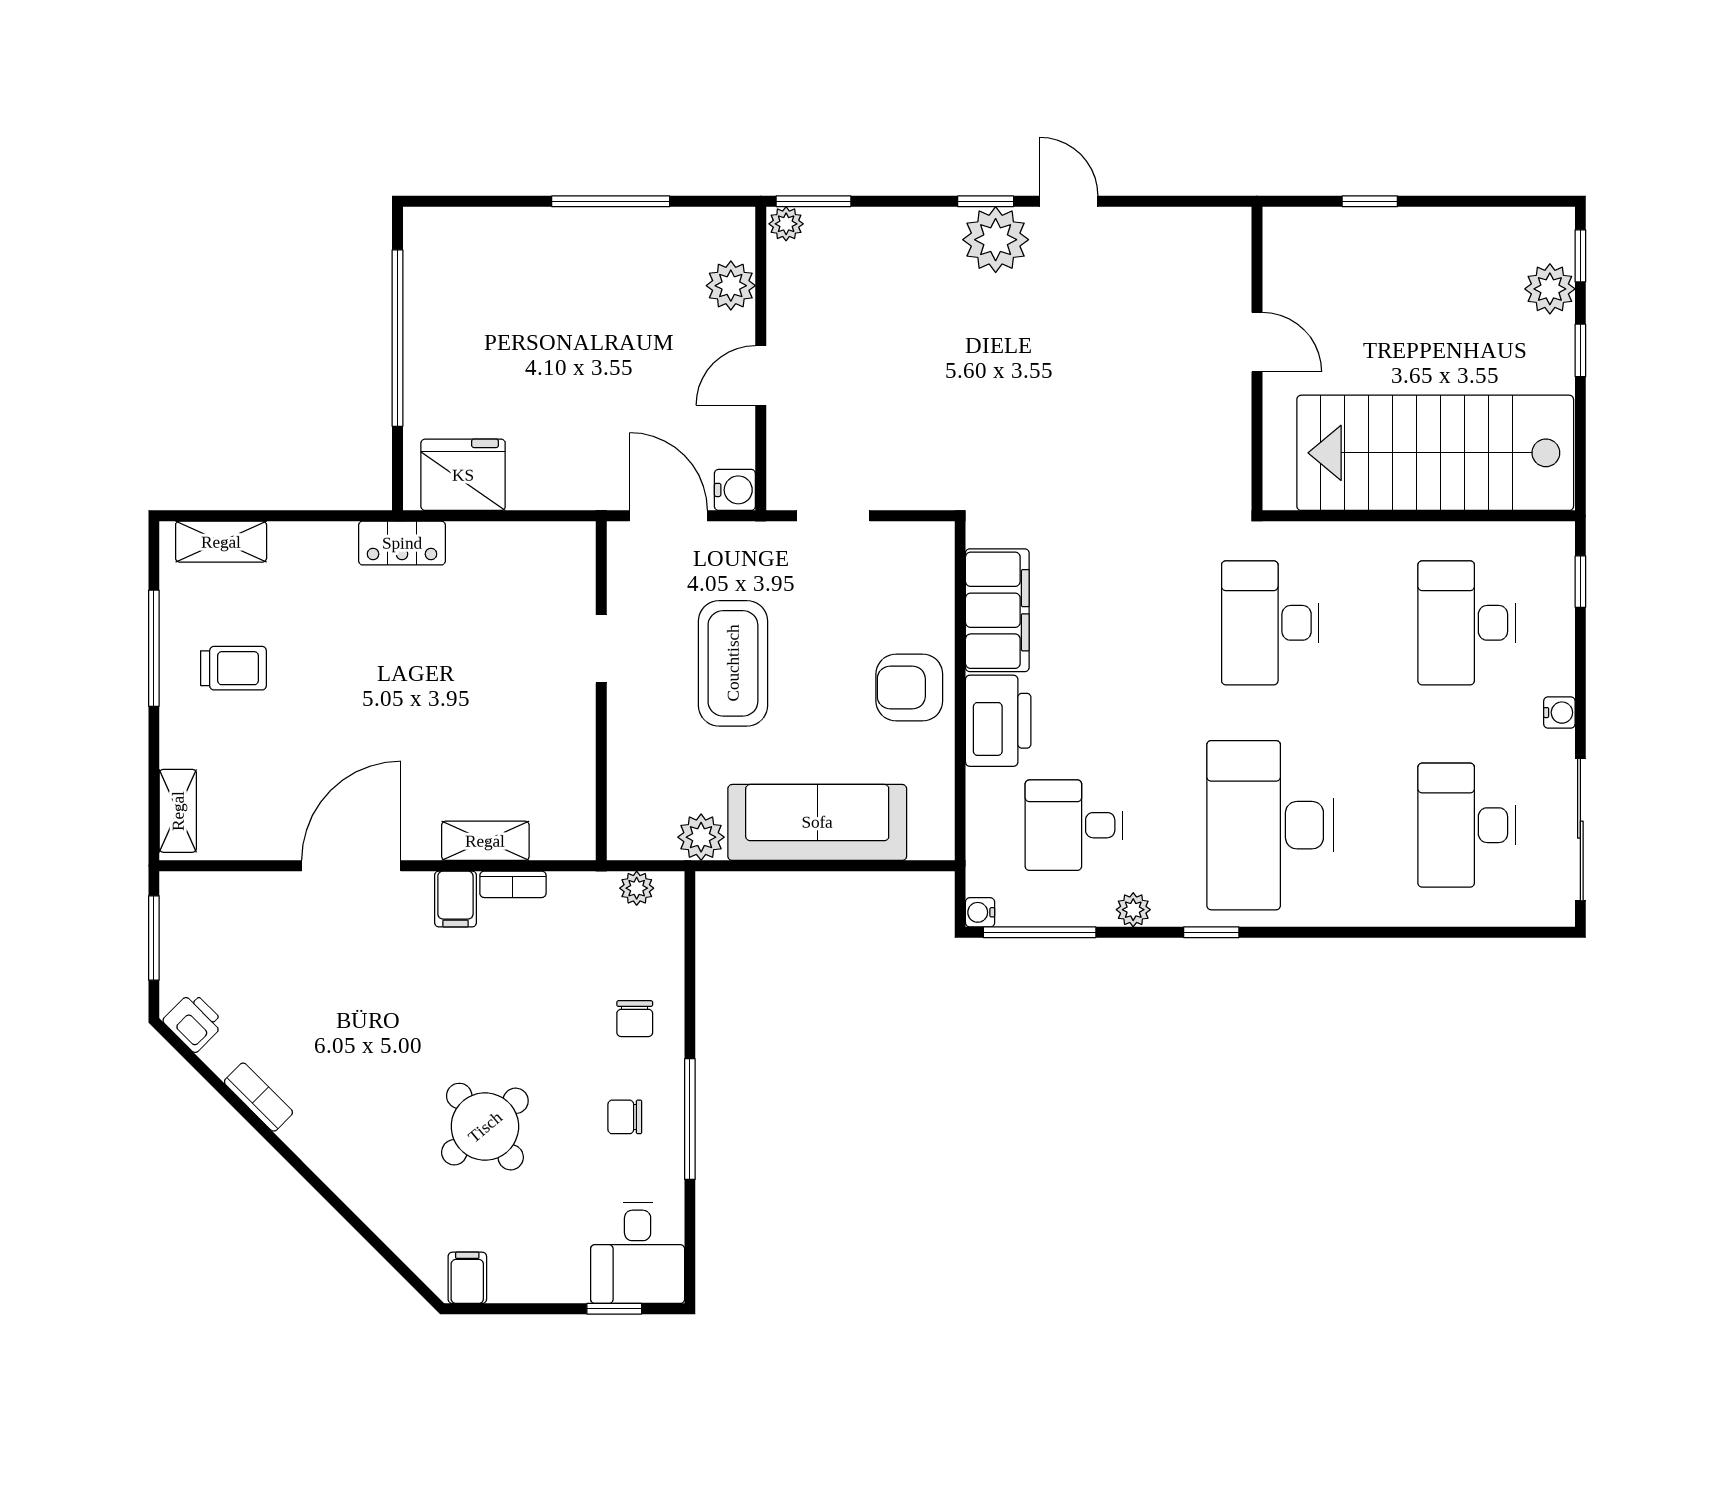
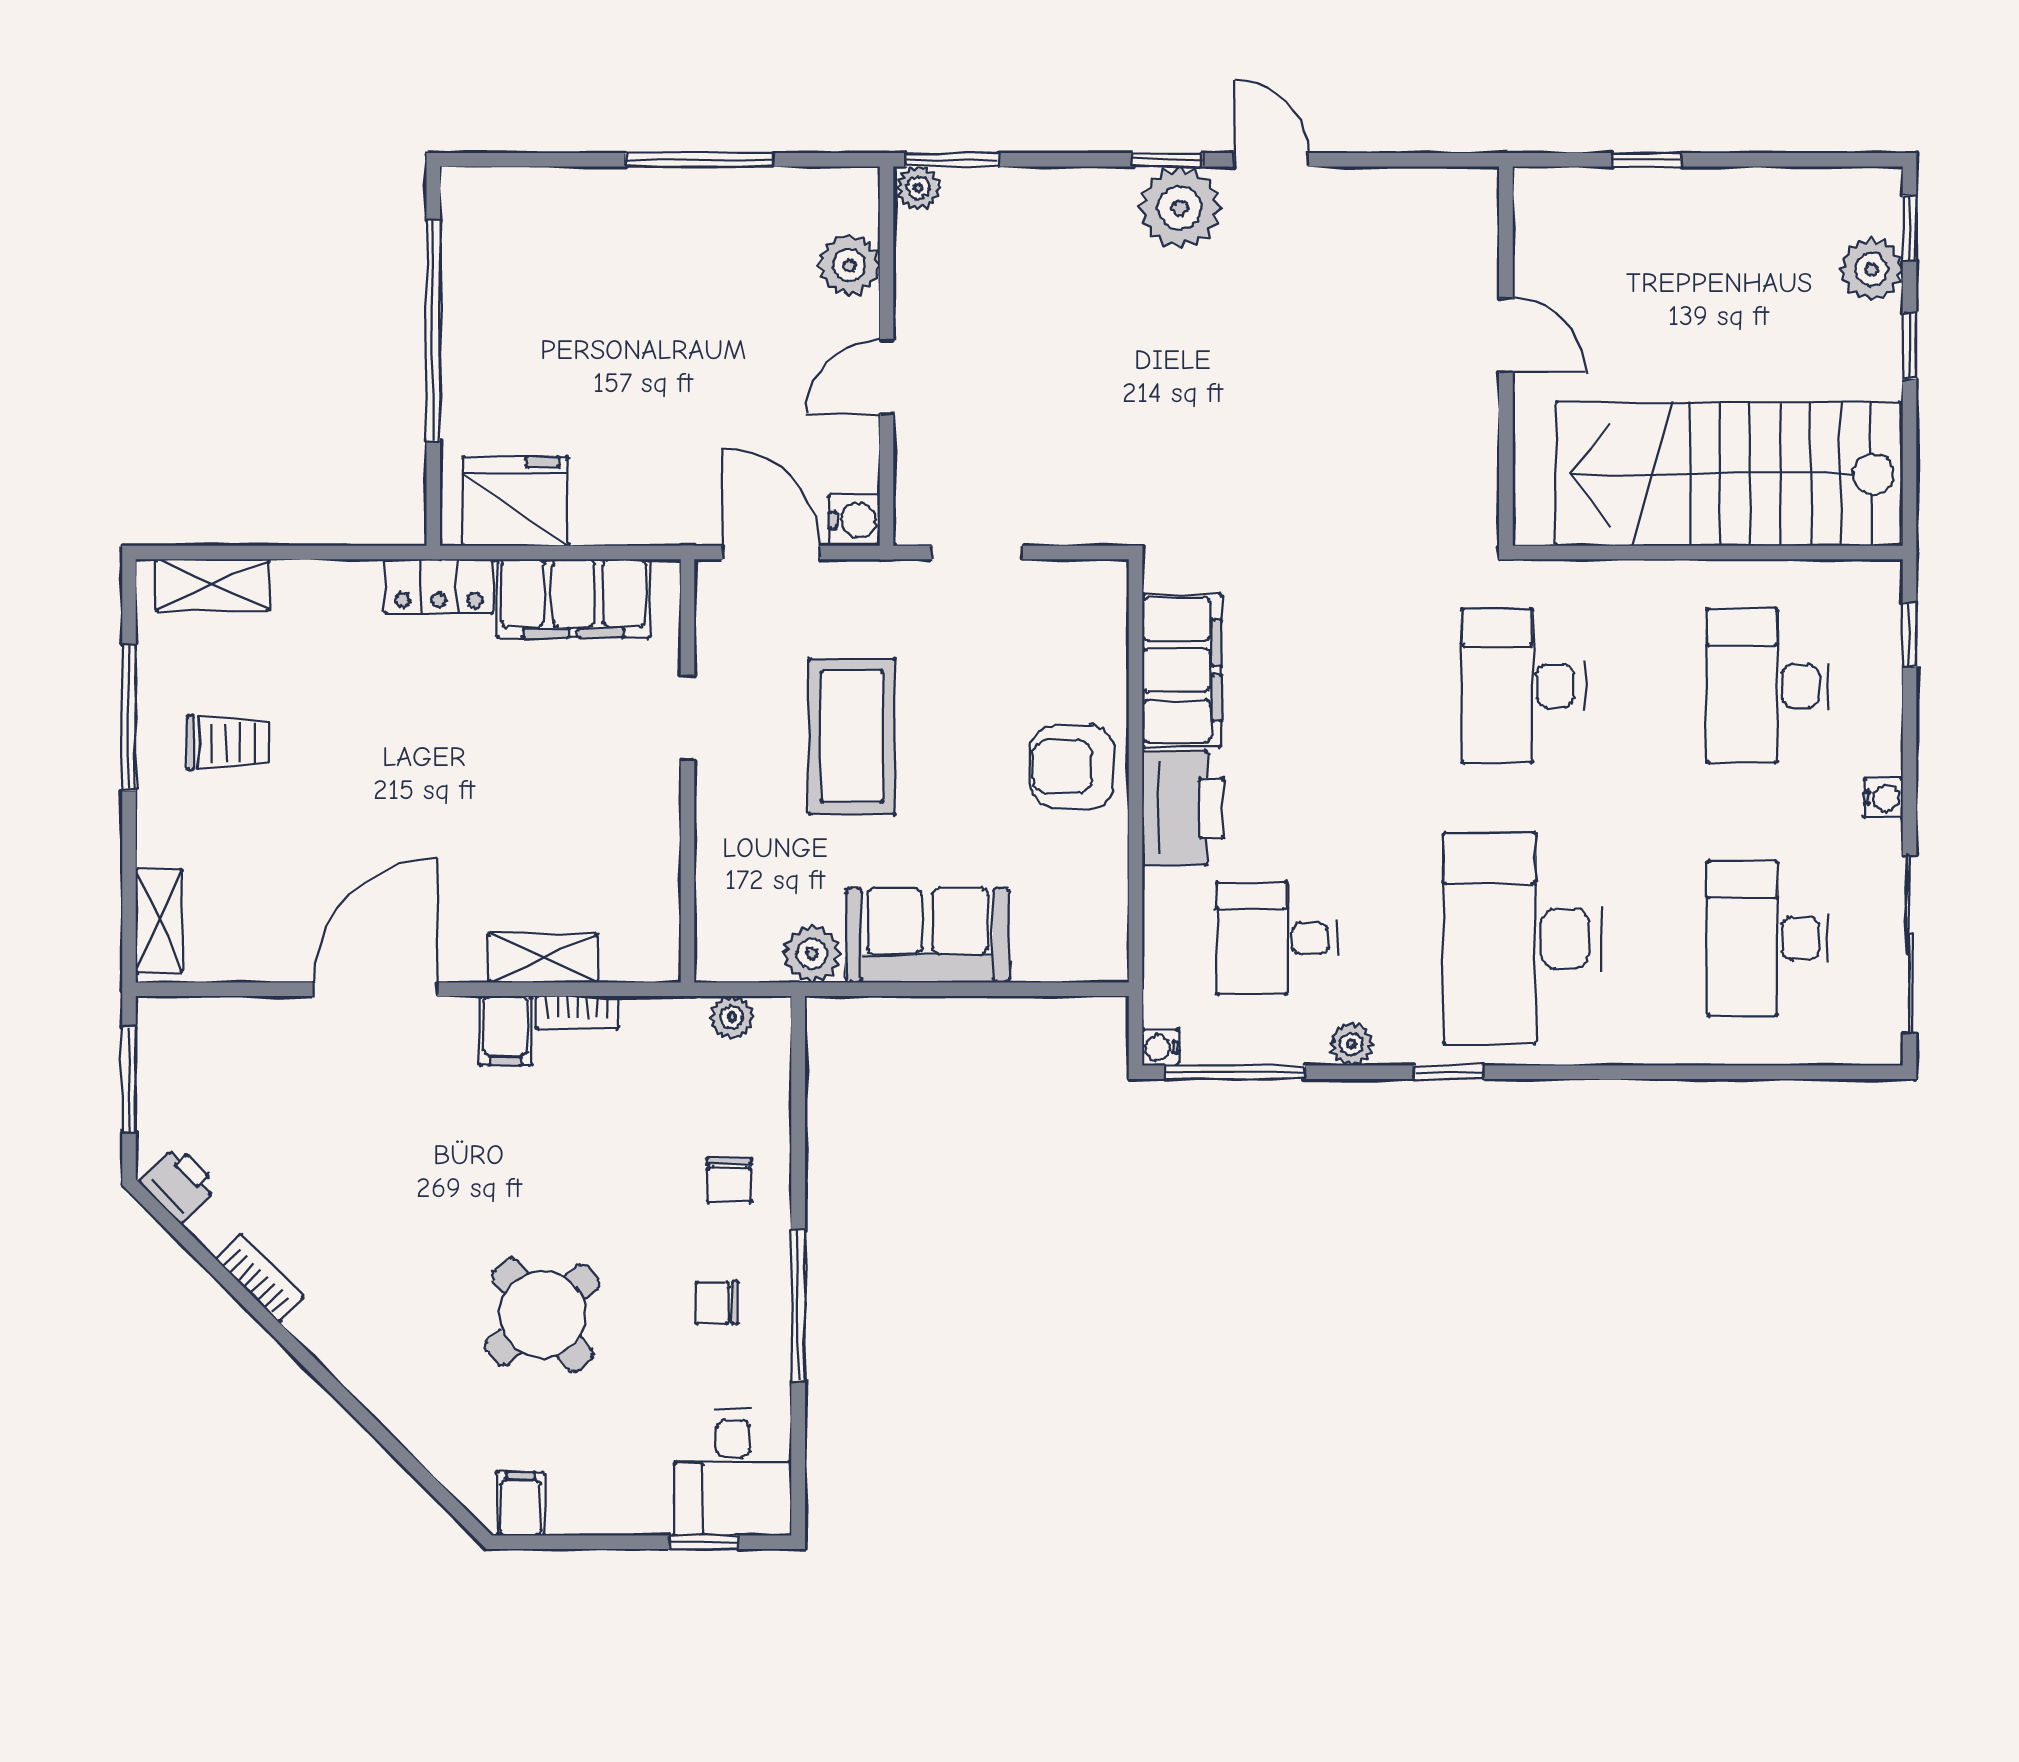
filing cabinet: (510, 553) -> (574, 599), added
sofa: (817, 822) -> (928, 935), width x0.73

